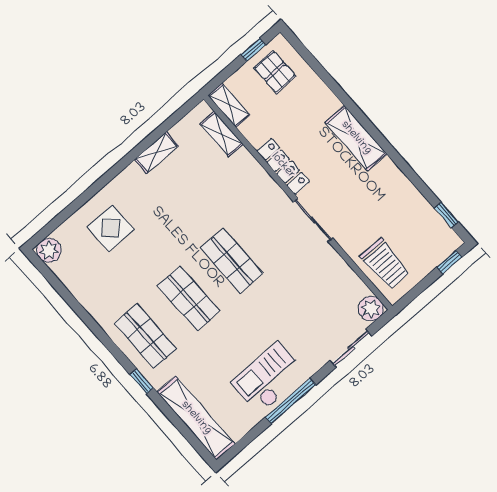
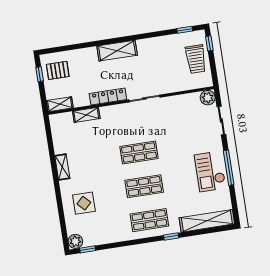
shelving: (221, 134) -> (86, 115), moved
shelving: (157, 153) -> (62, 167), moved
trolley: (385, 264) -> (196, 59), moved, turned 90
window: (49, 275) -> (88, 249), added

